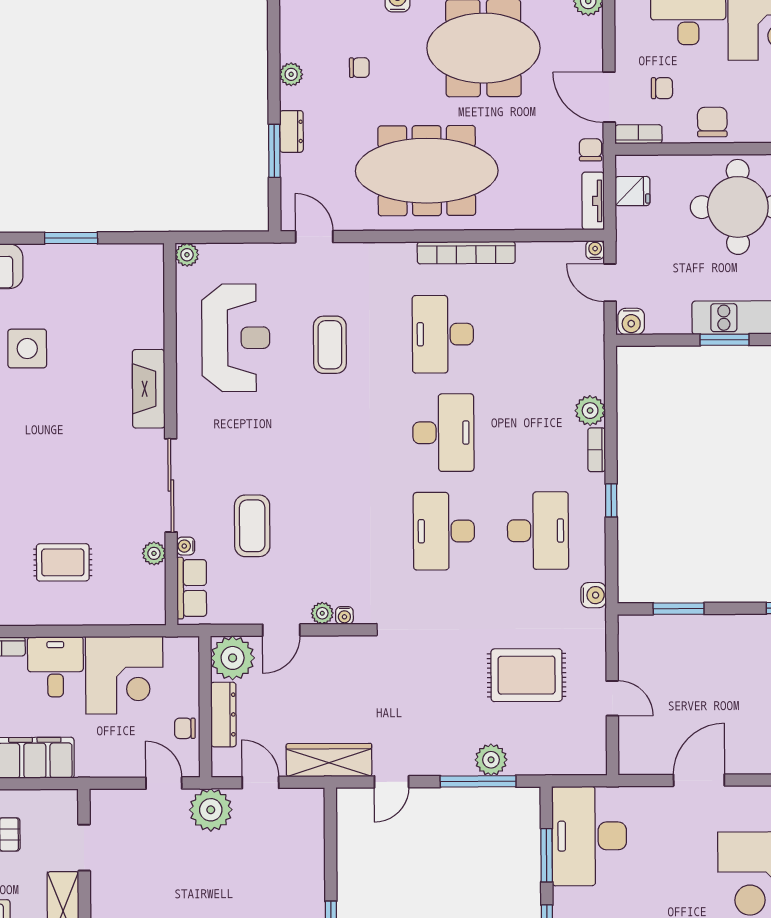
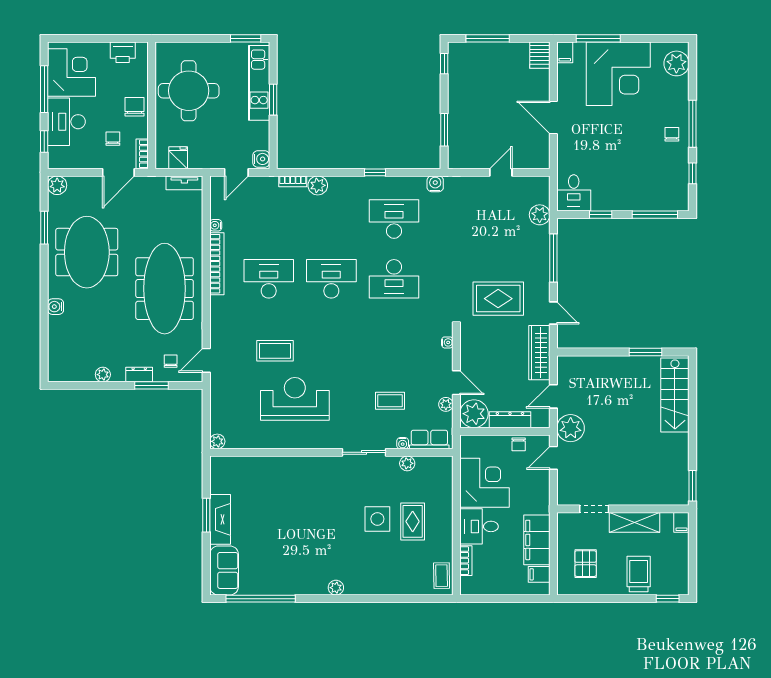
chair: (359, 68) -> (171, 361), moved
chair: (712, 122) -> (135, 107), turned 90
chair: (591, 150) -> (152, 184), removed
water cooler: (595, 250) -> (216, 225), moved
desk: (443, 334) -> (269, 279), turned 180
reception desk: (236, 338) -> (295, 399), moved
side table: (27, 349) -> (377, 519), moved
fireplace: (149, 389) -> (220, 519), moved, turned -90
bookcase: (597, 450) -> (293, 181), moved
sliding door: (171, 485) -> (364, 452), width x0.73
coffee table: (252, 526) -> (390, 401), width x0.73, depth x0.77
plant: (322, 613) -> (446, 404), moved
rug: (527, 675) -> (498, 299), moved, turned 90
plant: (491, 760) -> (540, 215), moved
desk: (589, 836) -> (574, 193), width x0.53, depth x0.77
window: (547, 855) -> (601, 215), width x0.67

